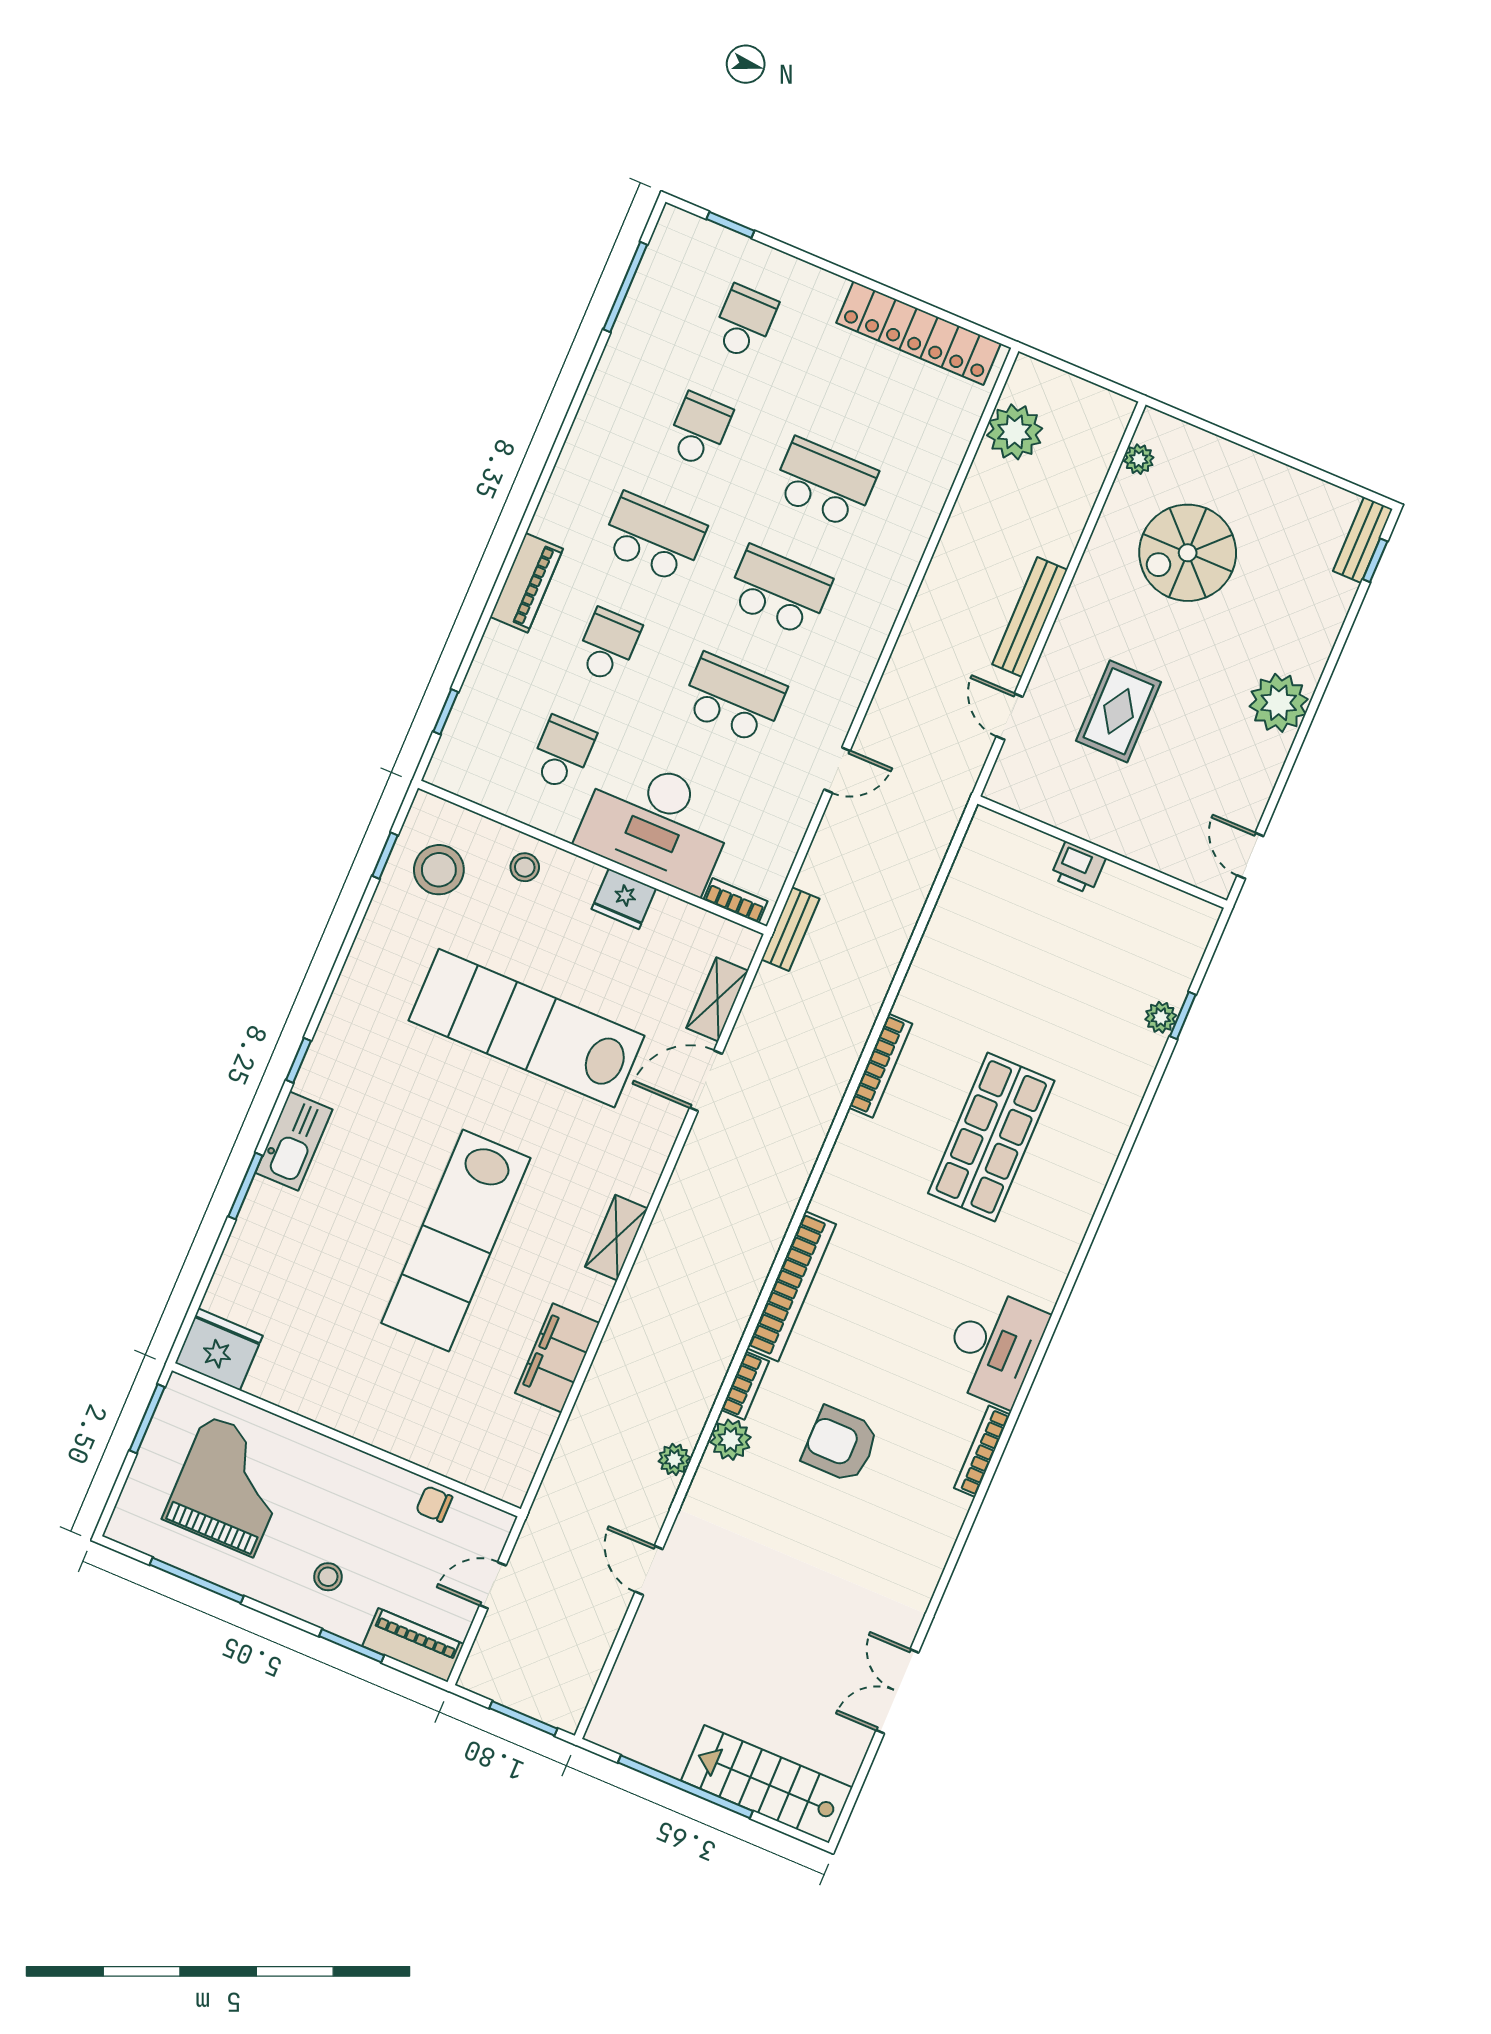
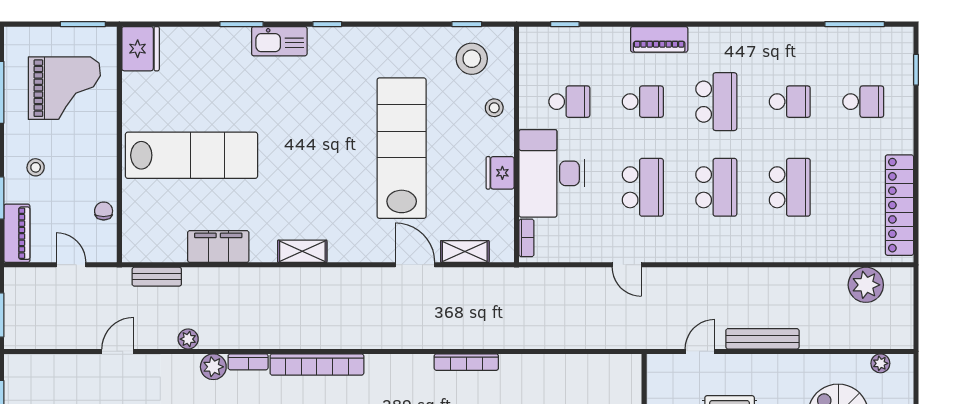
bench: (790, 929) -> (157, 277), moved
lab bench: (456, 1240) -> (192, 155), moved, turned 180

